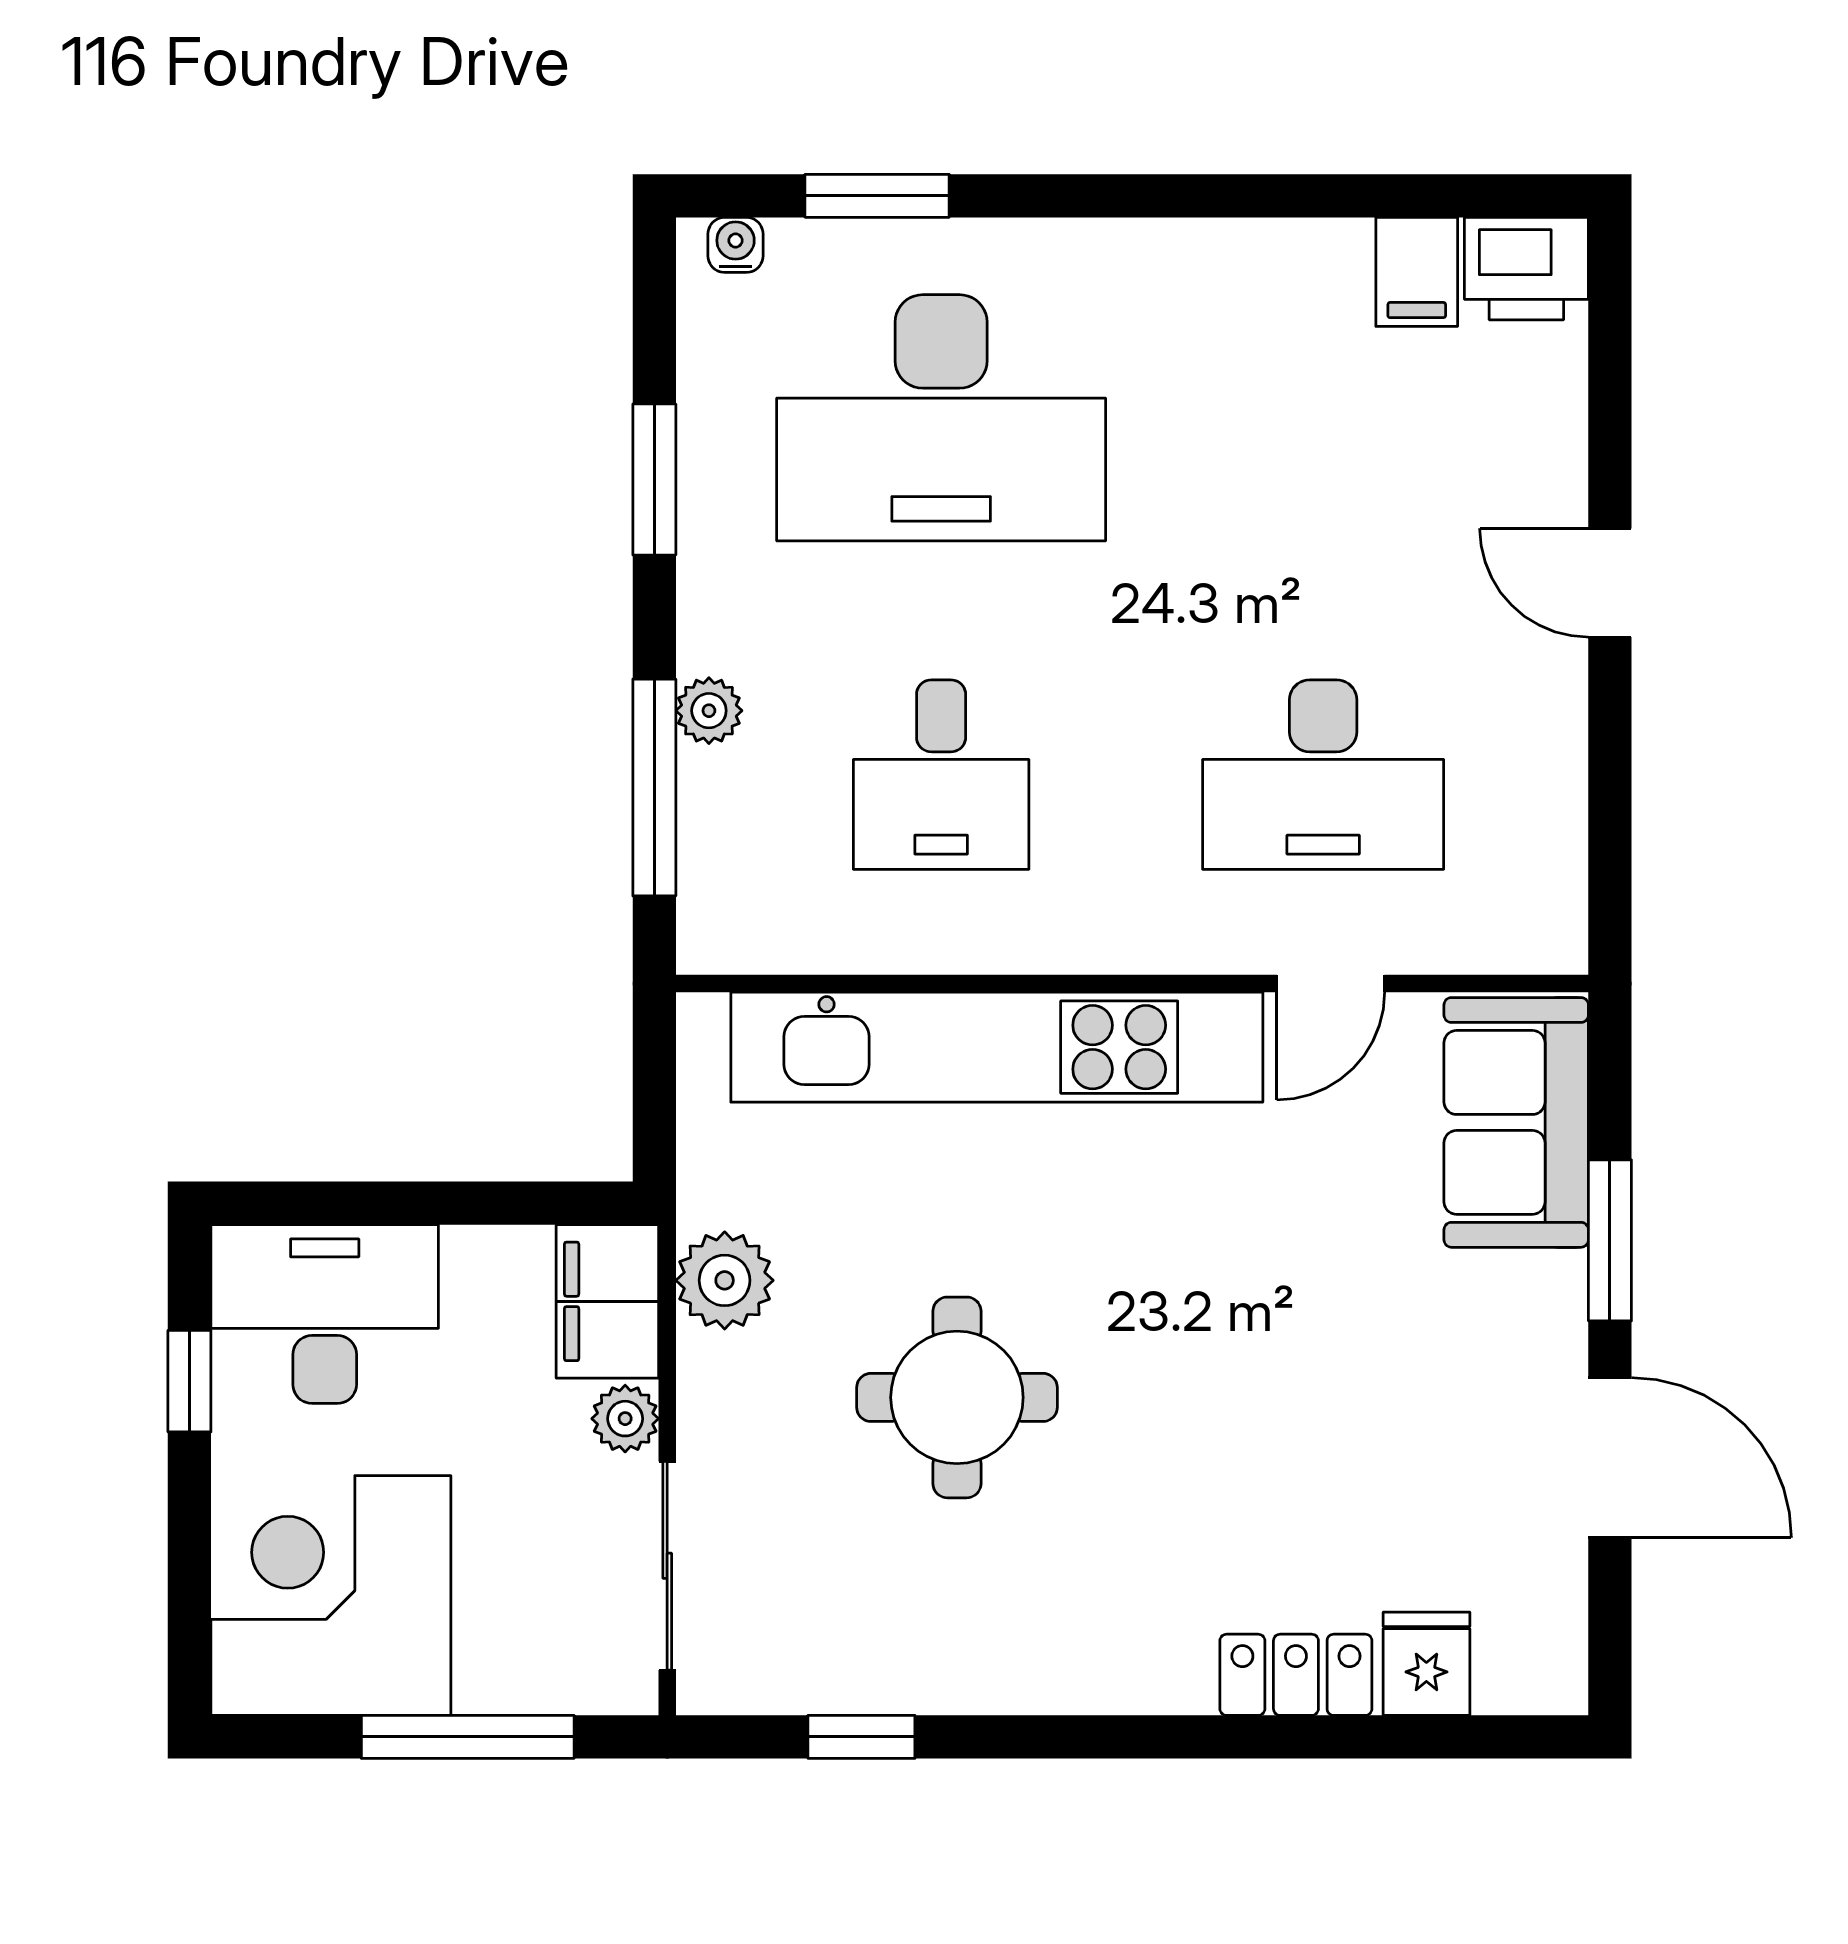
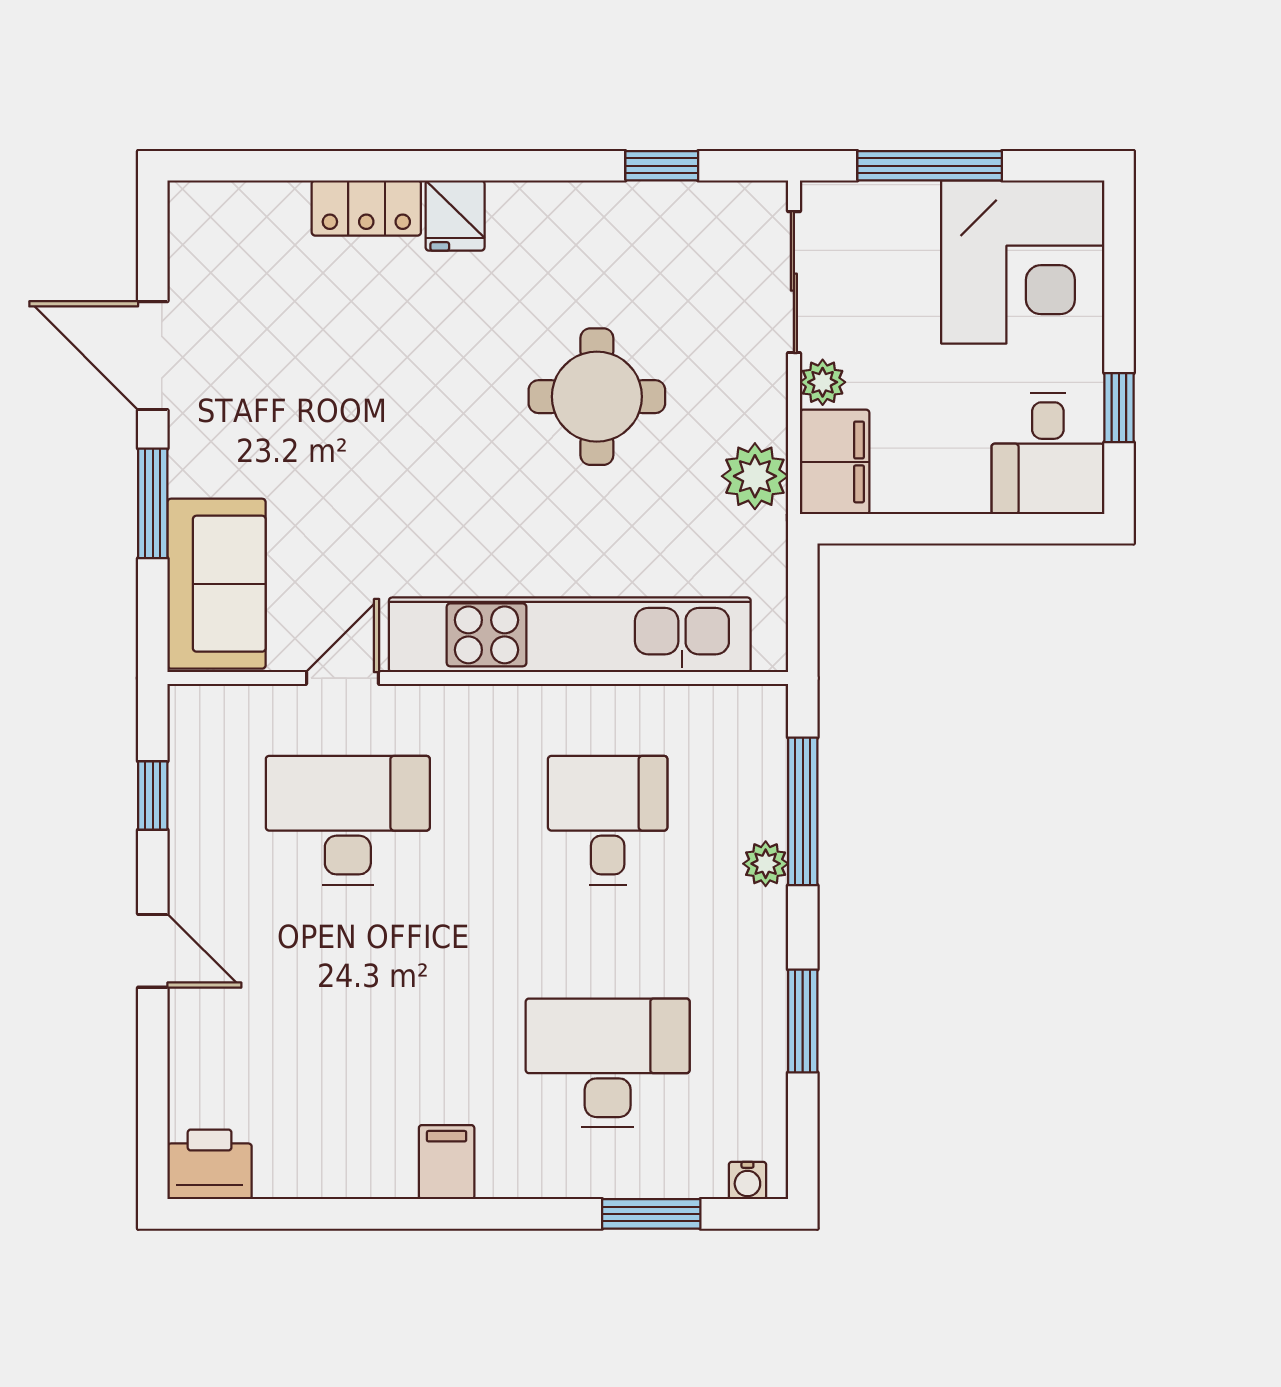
filing cabinet: (1417, 272) -> (447, 1162), moved
desk: (941, 418) -> (608, 1063), width x0.73, depth x0.77
window: (1610, 811) -> (153, 795), added
desk: (325, 1314) -> (1048, 453), width x0.73
fridge: (1426, 1664) -> (455, 216), moved

